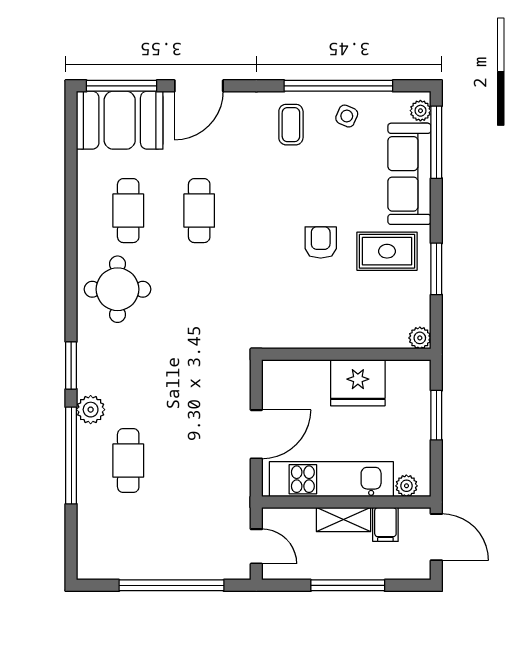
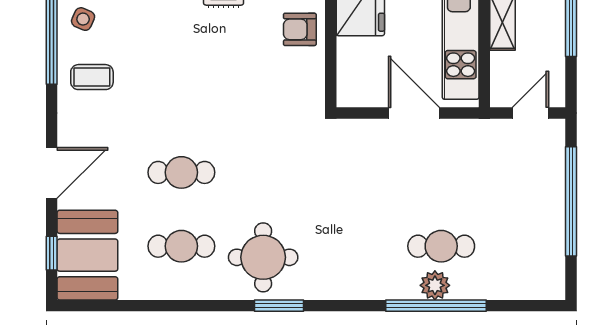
window: (122, 86) -> (52, 253), width x0.46
door: (199, 86) -> (52, 173), hinge flipped
armchair: (321, 242) -> (300, 29), moved
window: (71, 365) -> (279, 306), moved
plant: (91, 410) -> (435, 285), moved

